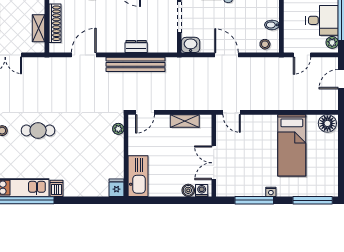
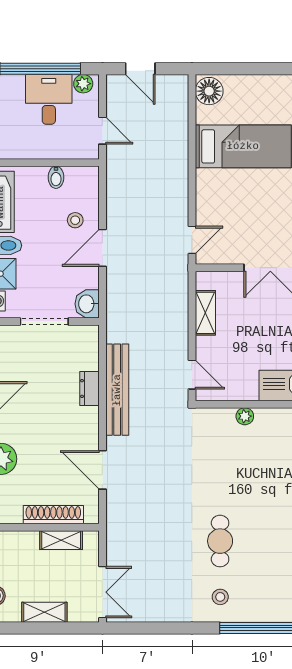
stool: (265, 44) -> (75, 220), moved
plant: (118, 129) -> (245, 416), moved

